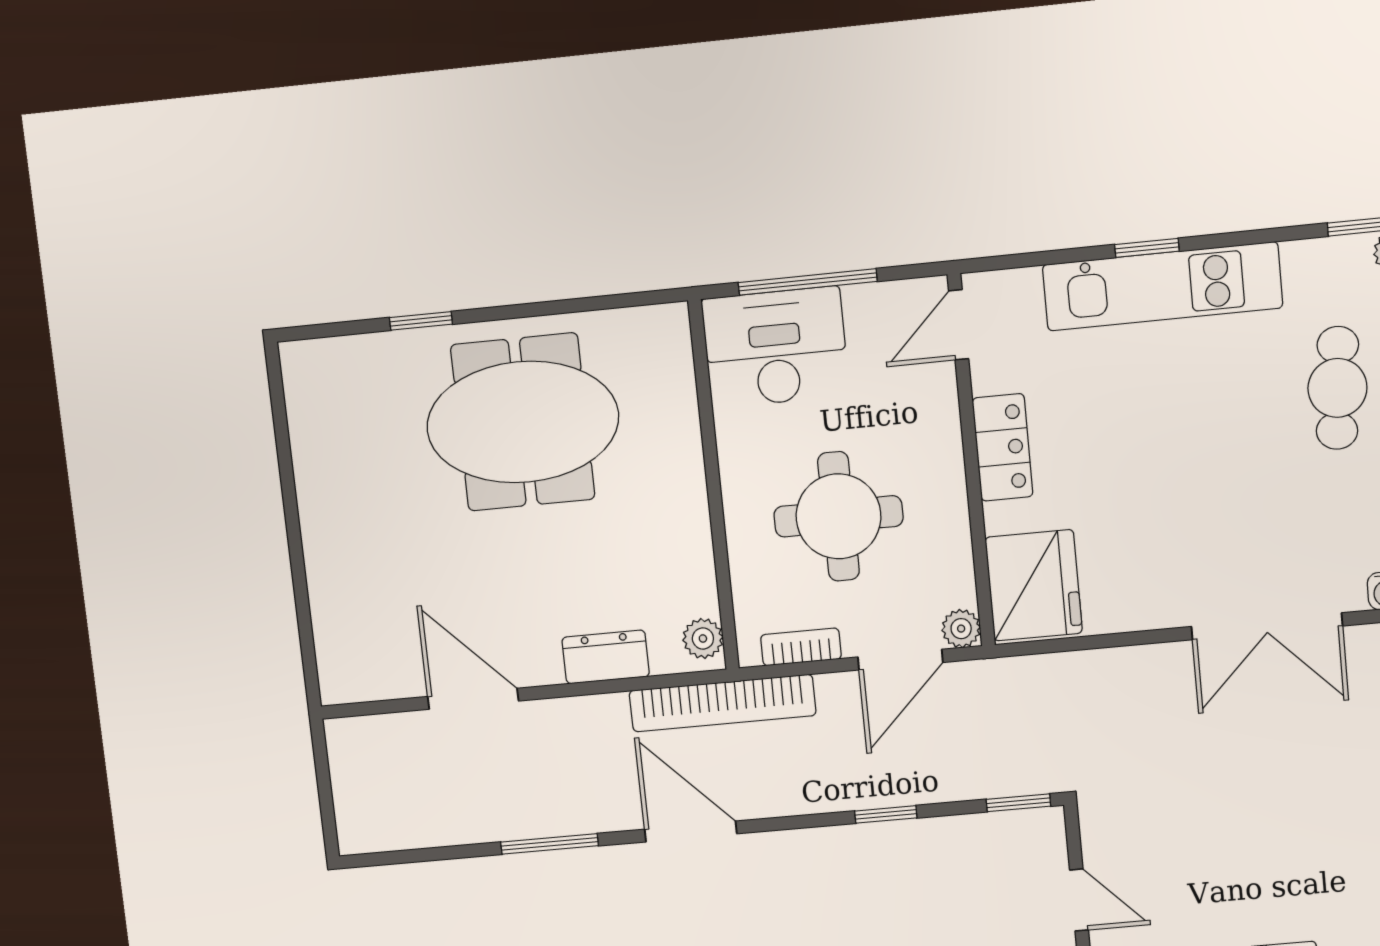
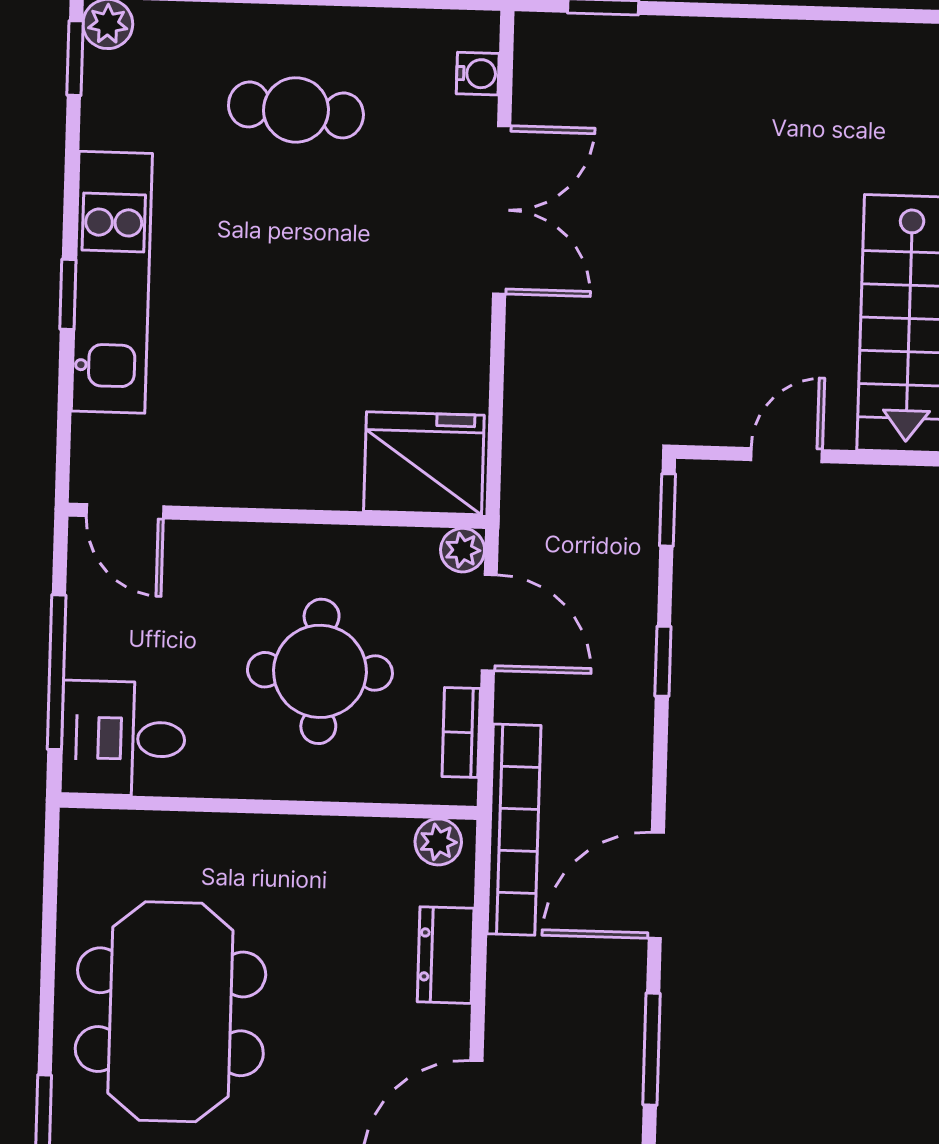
desk: (775, 347) -> (123, 739), width x0.73
cafe table: (1337, 388) -> (296, 110), moved
locker: (1002, 447) -> (266, 479), removed

